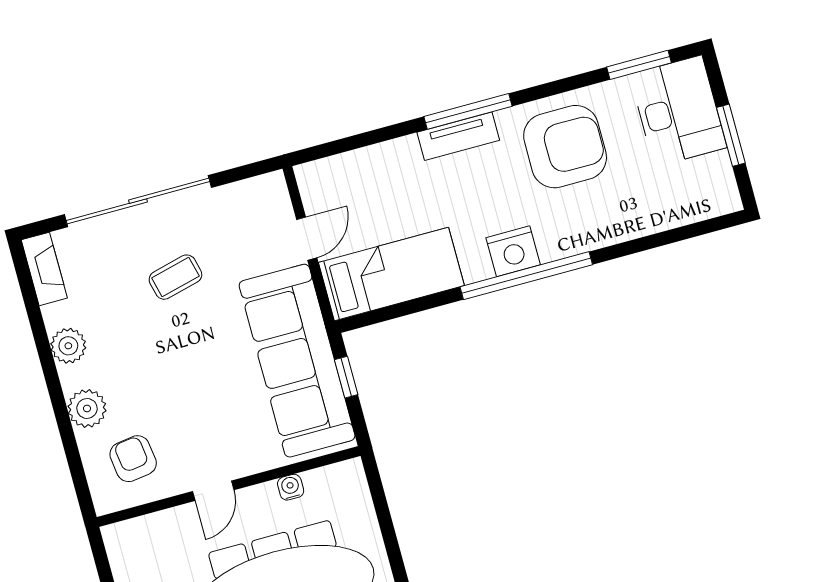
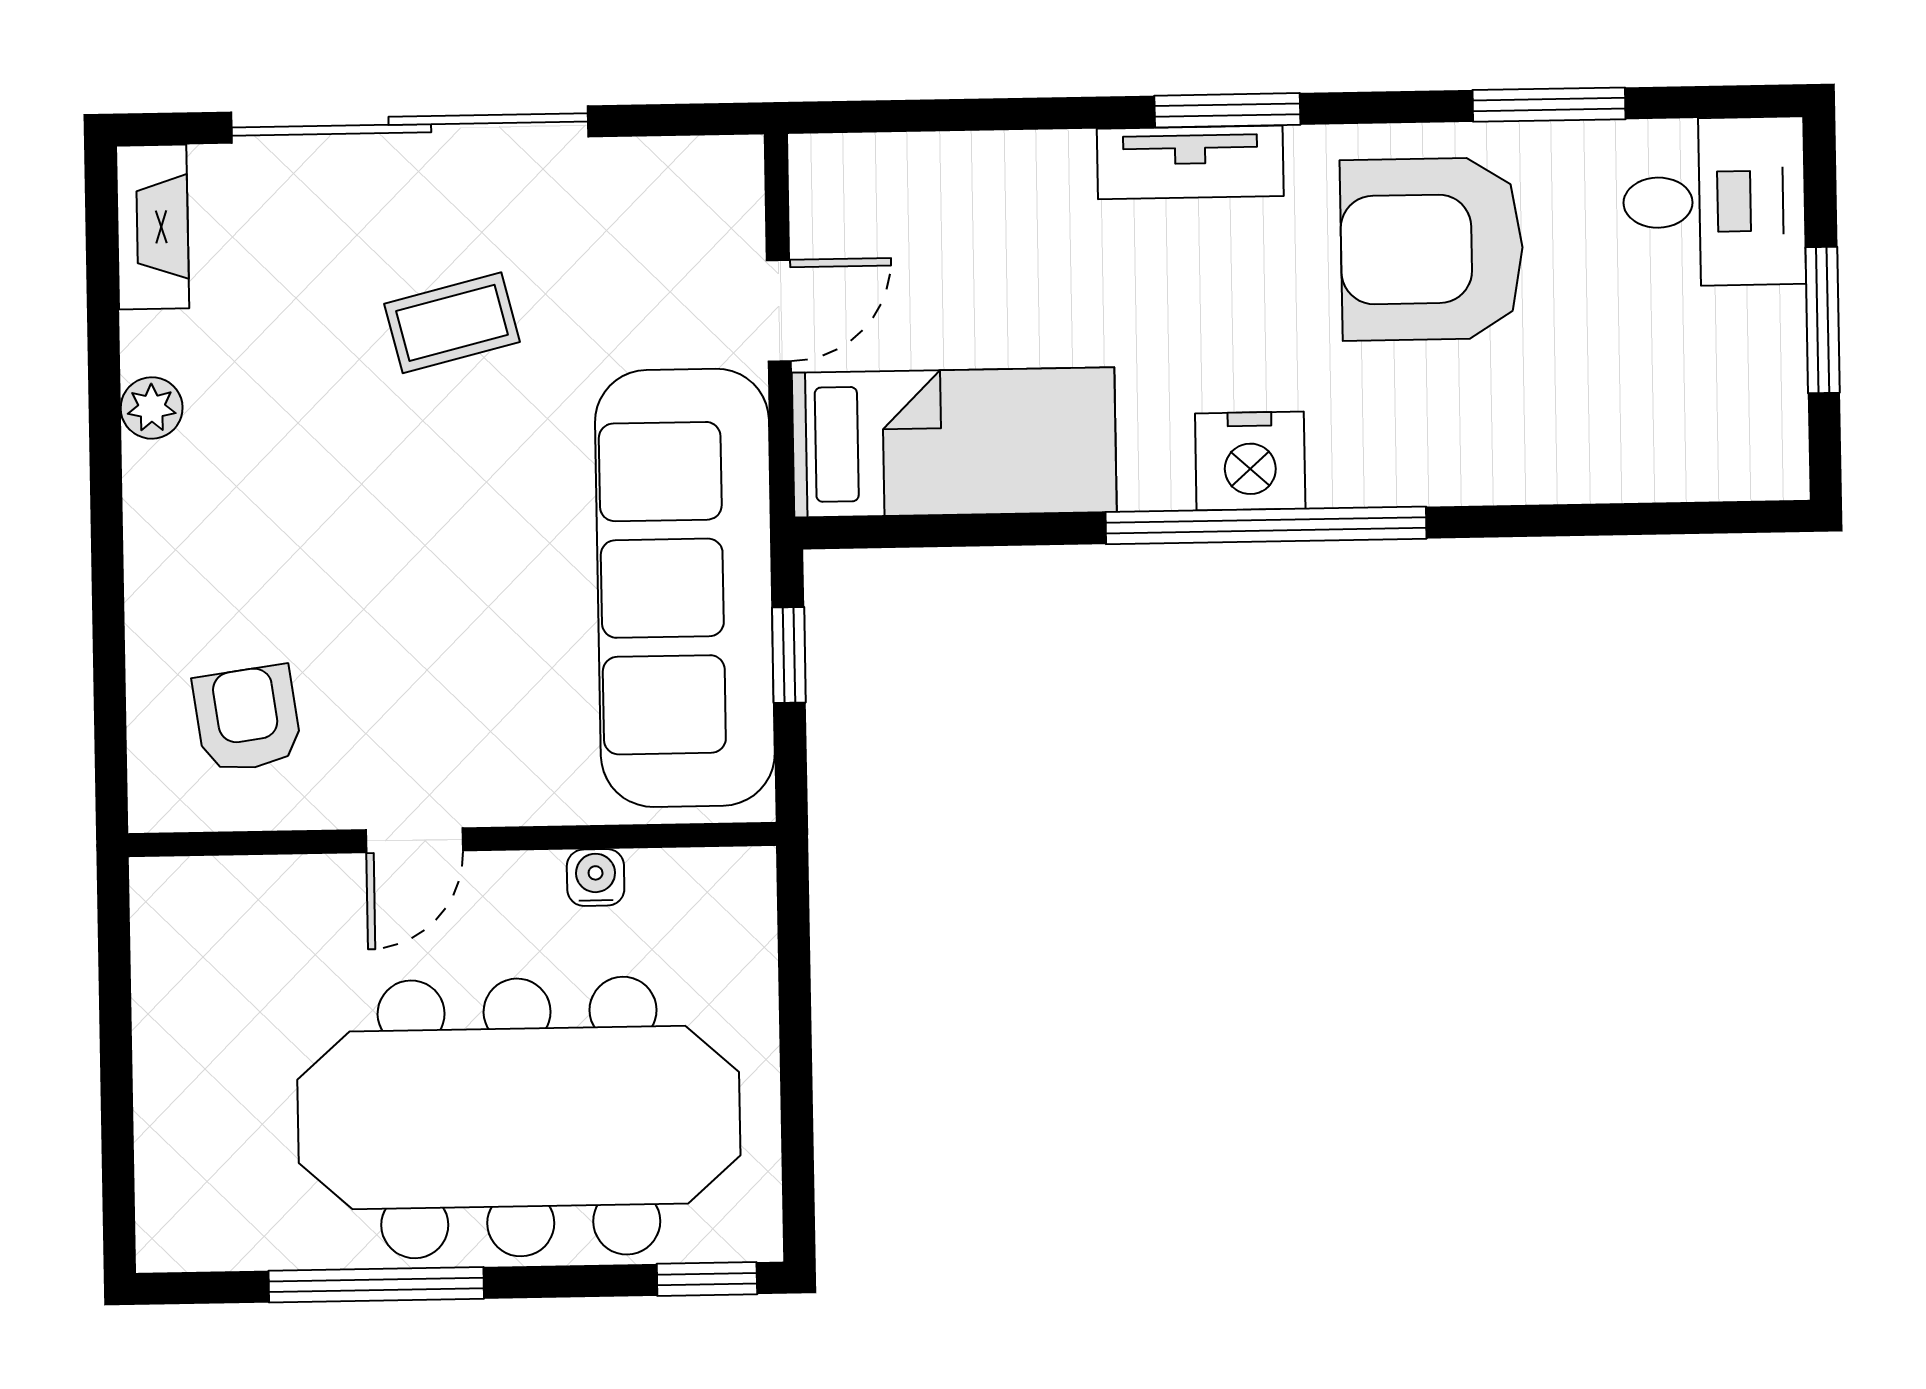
window: (639, 65) -> (1549, 105), moved
window: (468, 111) -> (1227, 110), width x0.69
desk: (678, 111) -> (1714, 202), width x0.73
armchair: (565, 147) -> (1432, 249), turned 180
plant: (68, 346) -> (152, 408), width x0.73, depth x0.73
plant: (87, 408) -> (170, 576), removed

